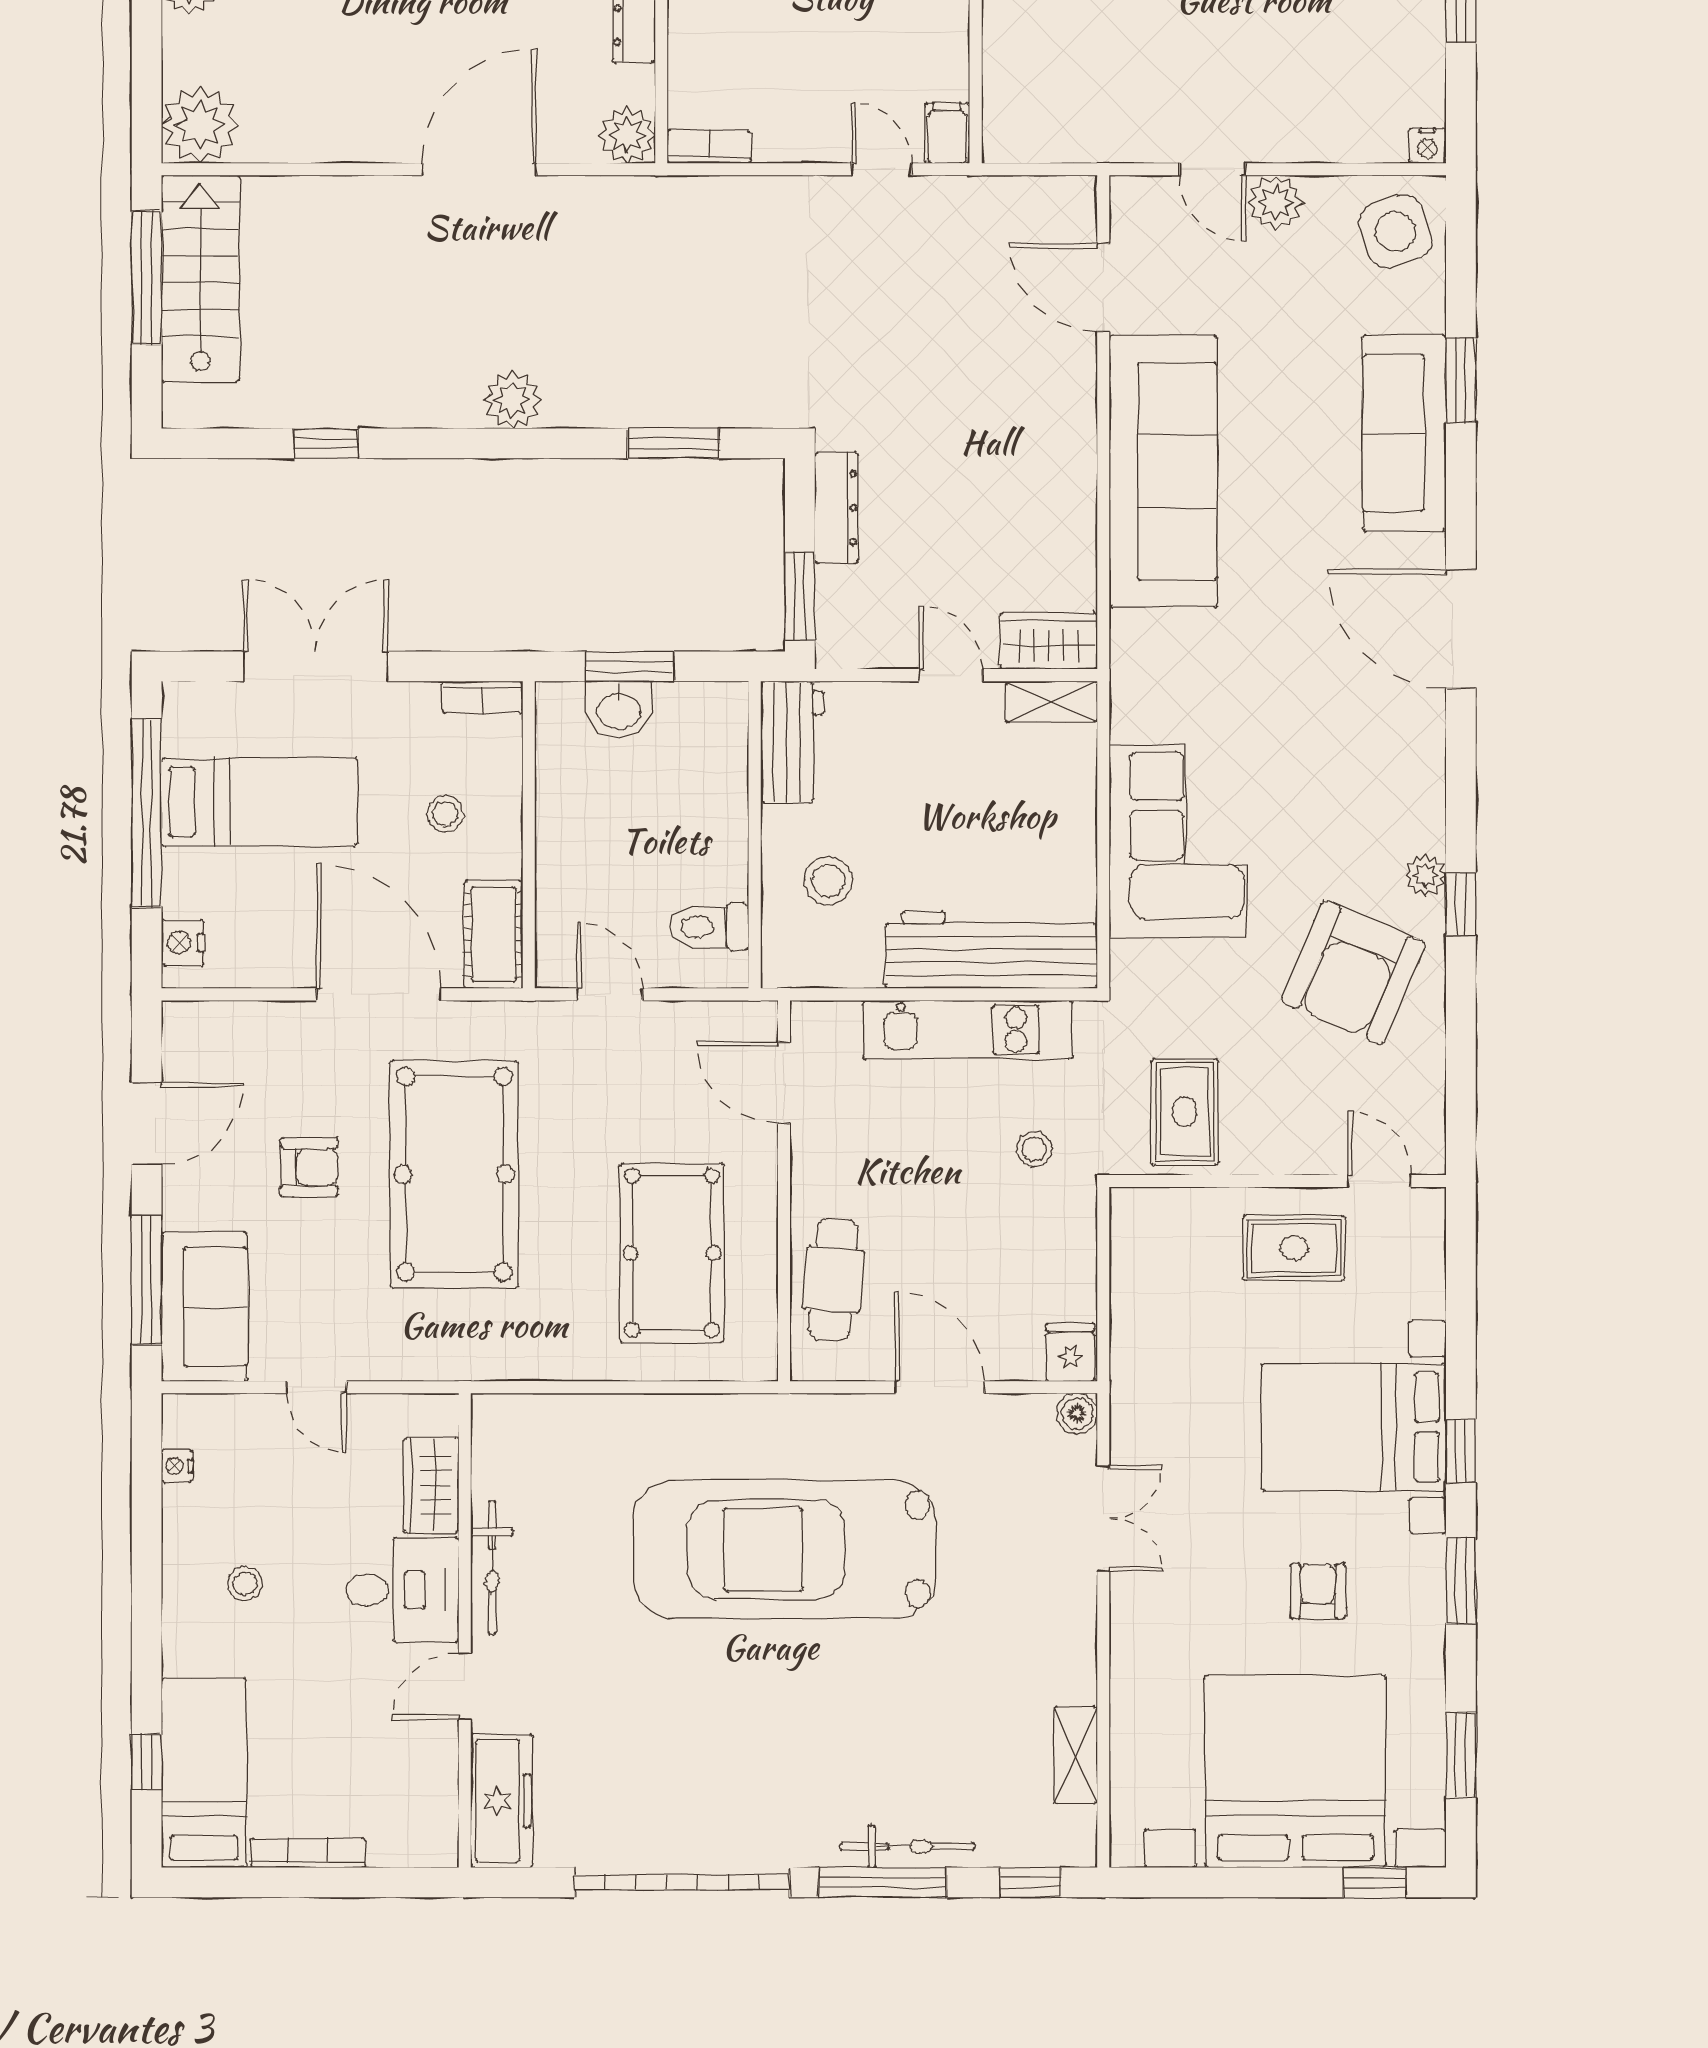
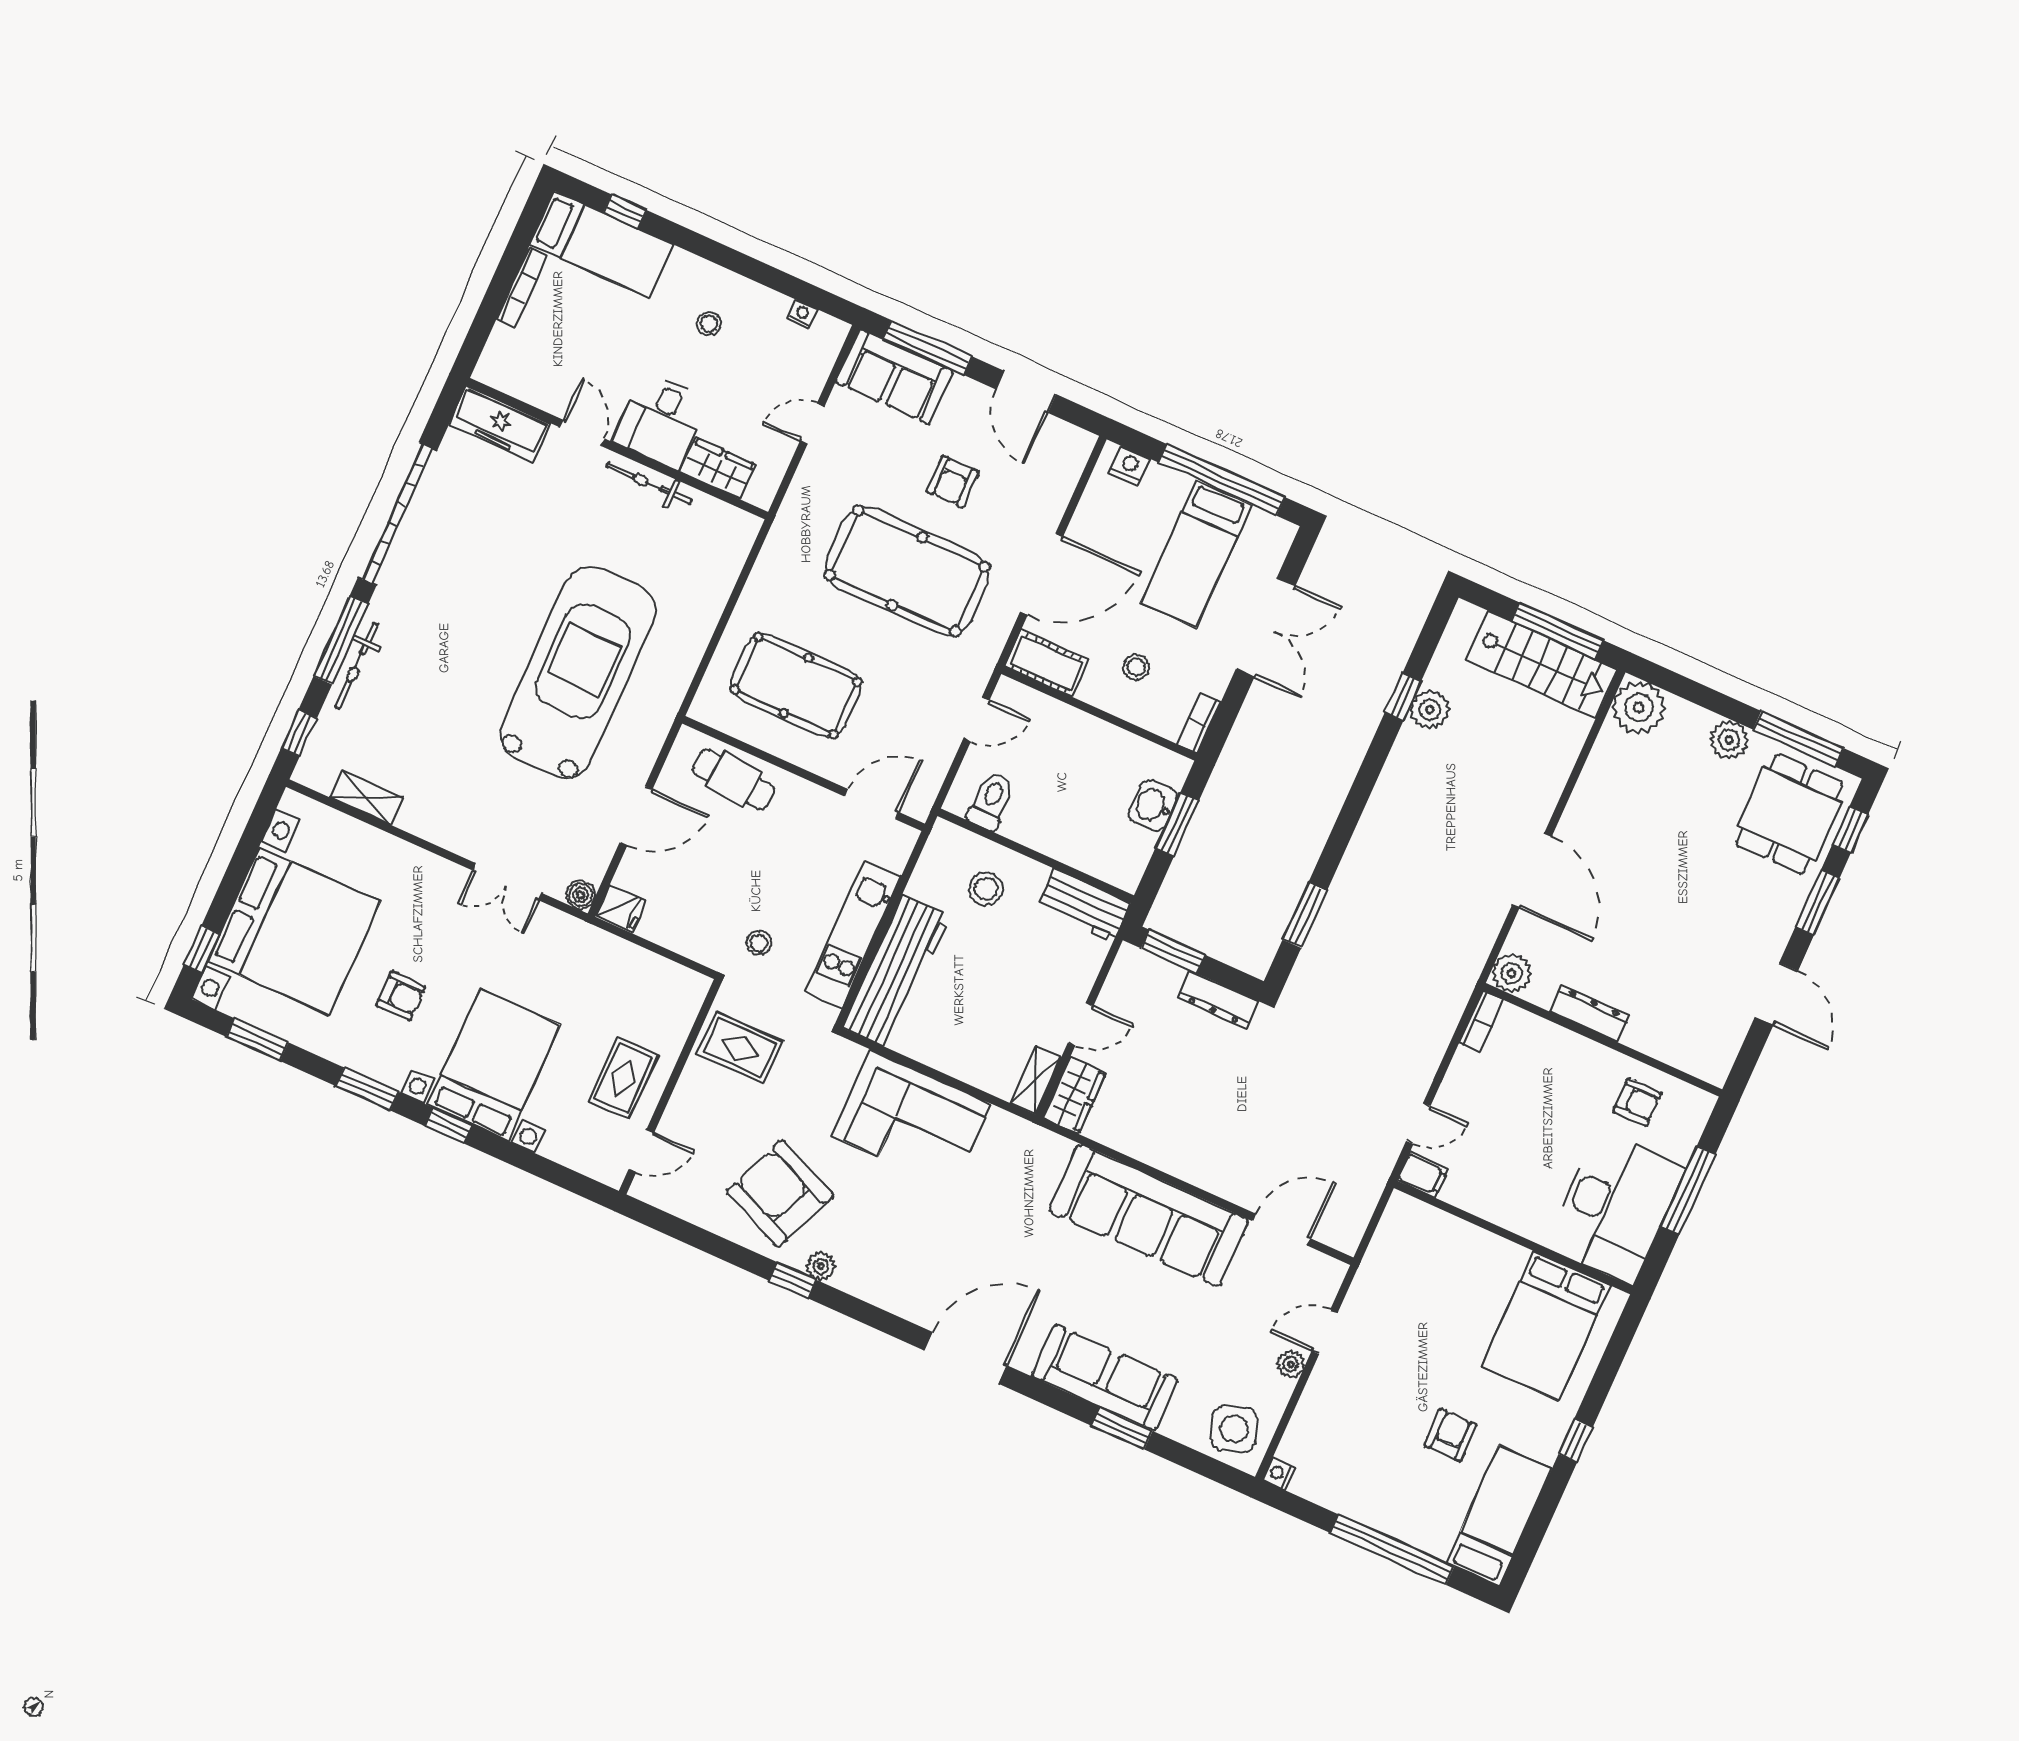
plant: (1276, 202) -> (1291, 1364), width x0.73, depth x0.73
plant: (512, 400) -> (1430, 710), moved

